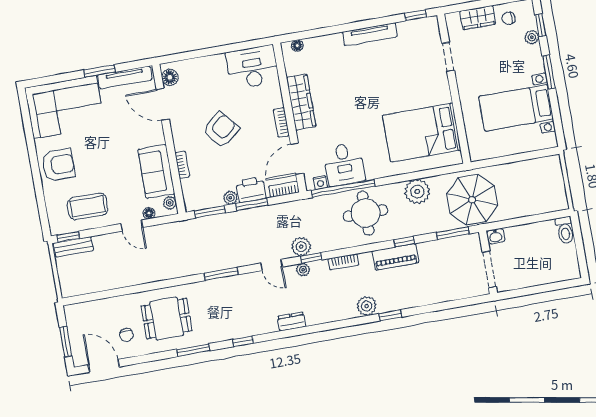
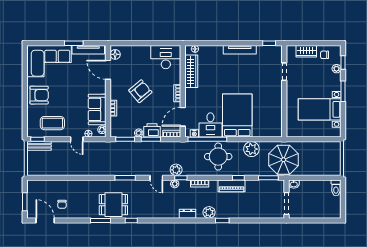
wardrobe: (301, 102) -> (191, 71), moved
bed: (422, 133) -> (237, 115), moved, turned 90
dining table: (167, 318) -> (113, 205), moved
dresser: (292, 322) -> (187, 214), moved

